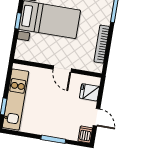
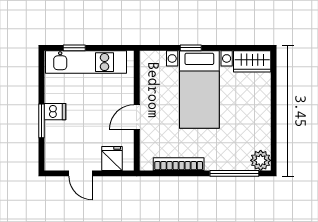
door: (97, 117) -> (80, 173), hinge flipped
dishwasher: (85, 135) -> (55, 112), moved

